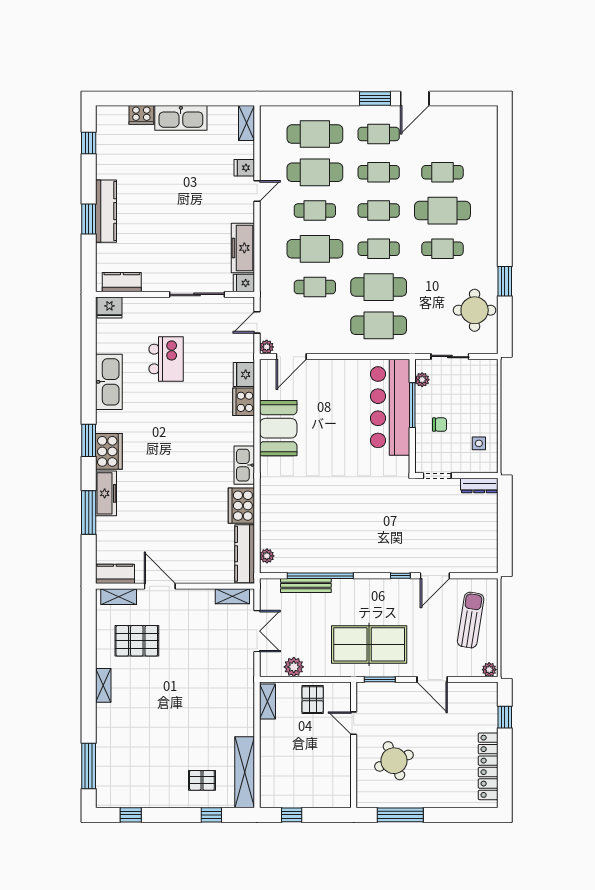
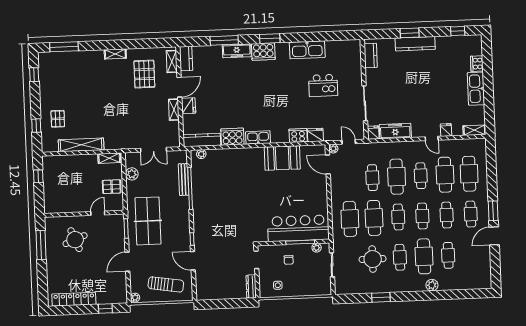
door: (415, 98) -> (494, 236), hinge flipped
plant: (488, 200) -> (432, 285), added
fridge: (109, 308) -> (189, 106), moved, turned 180
round table: (475, 310) -> (373, 259), moved
shelving: (232, 596) -> (174, 110), moved
shelving: (245, 772) -> (81, 145), moved

